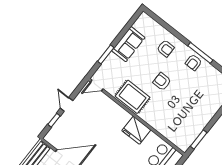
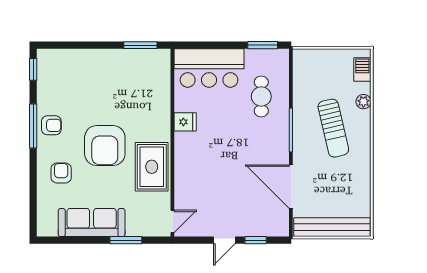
sofa: (128, 44) -> (92, 223), width x1.36
armchair: (162, 81) -> (105, 146), width x1.88, depth x1.88
door: (97, 85) -> (172, 221), hinge flipped
fridge: (136, 130) -> (185, 122), width x0.53, depth x0.75

